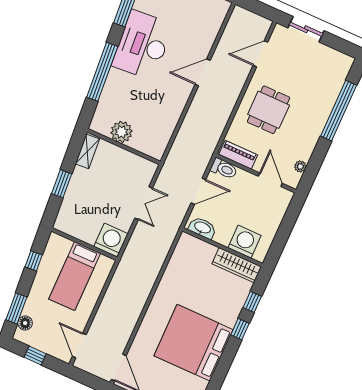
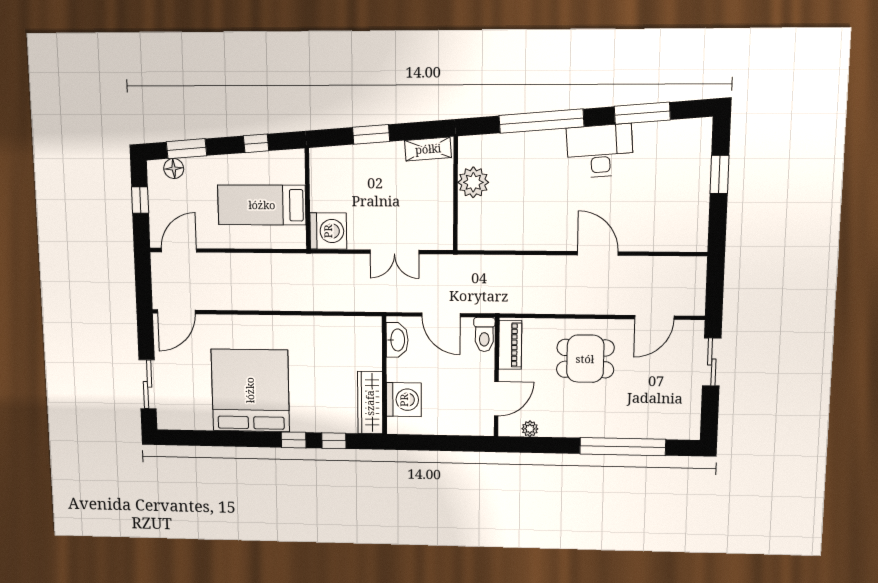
desk: (143, 45) -> (600, 151), width x0.73, depth x0.77
door: (260, 54) -> (654, 317), swing flipped

